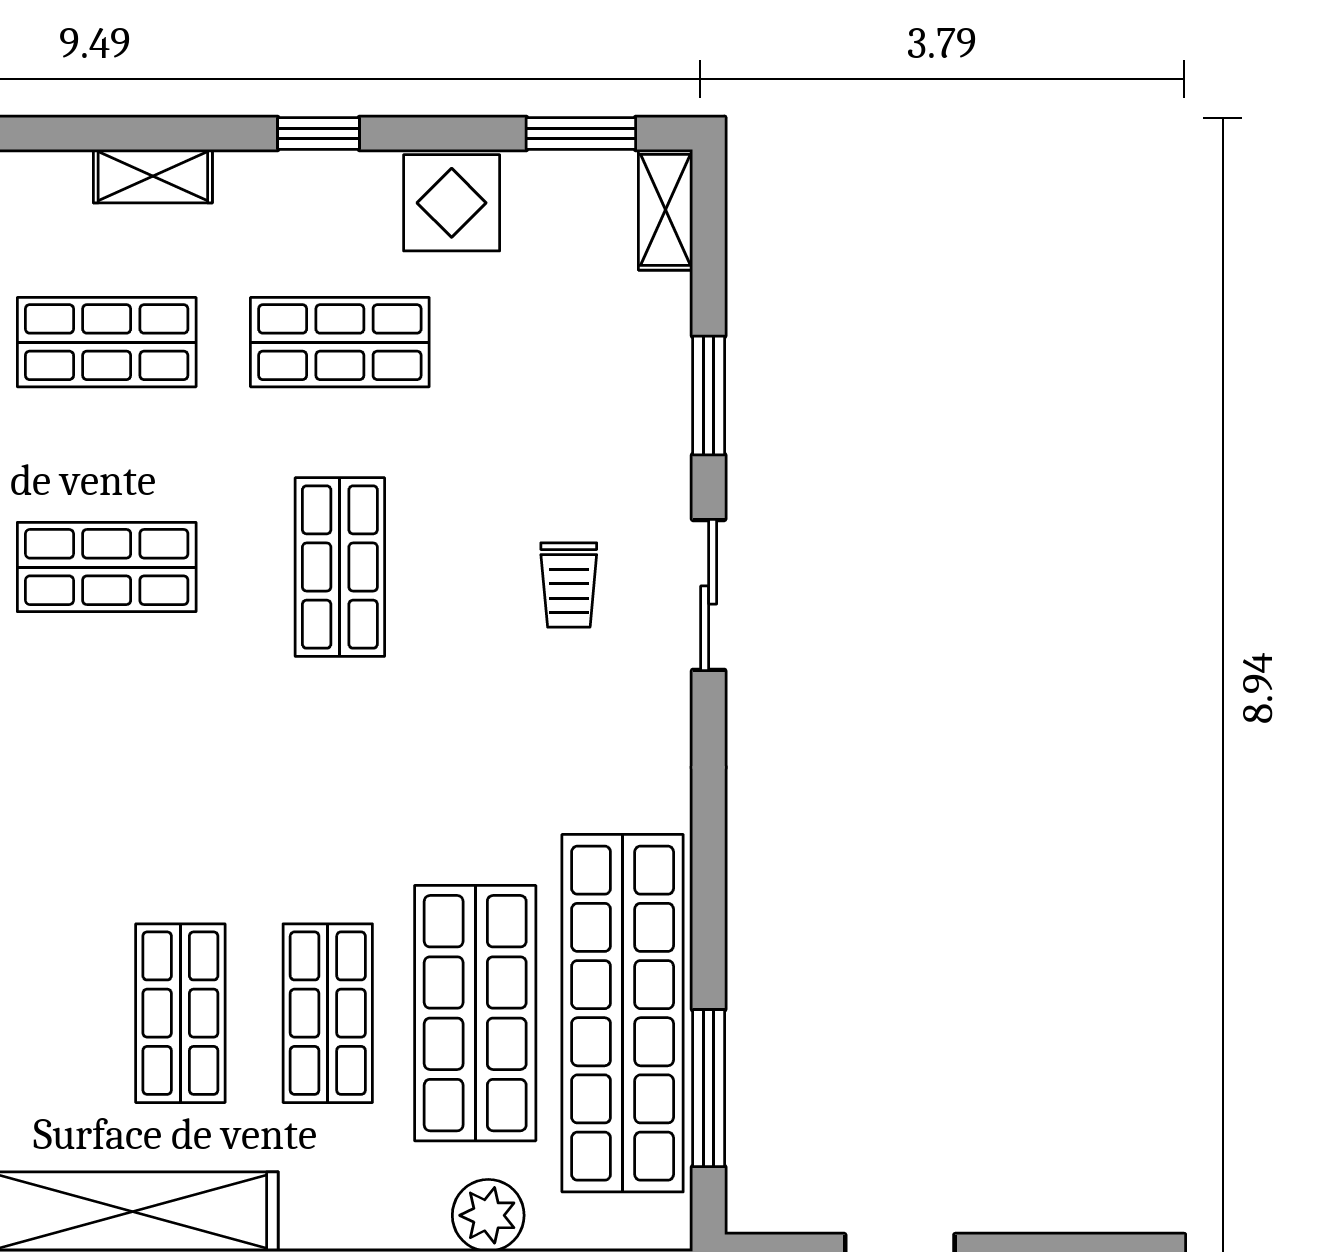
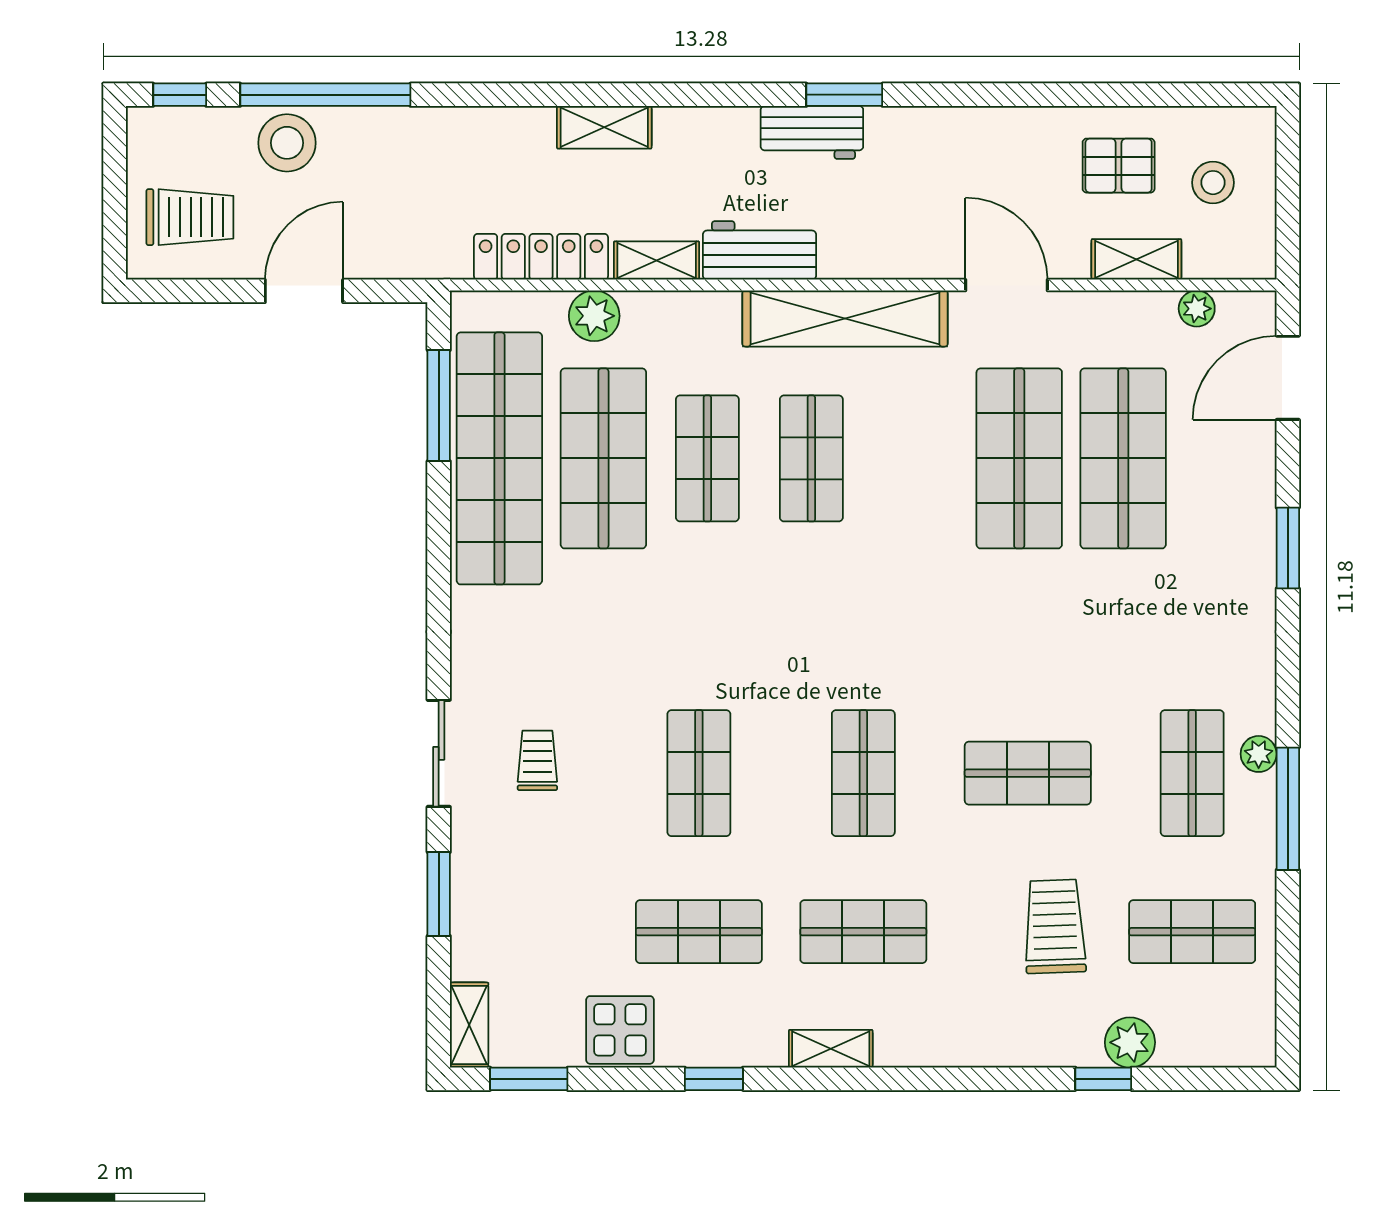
shop shelf: (107, 567) -> (863, 773), turned 90

